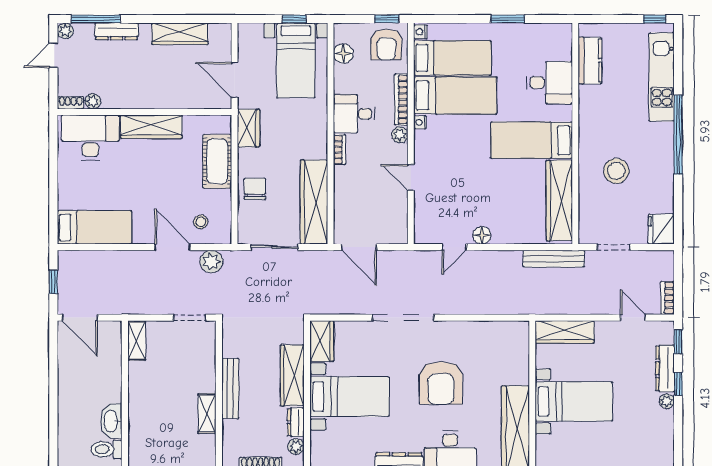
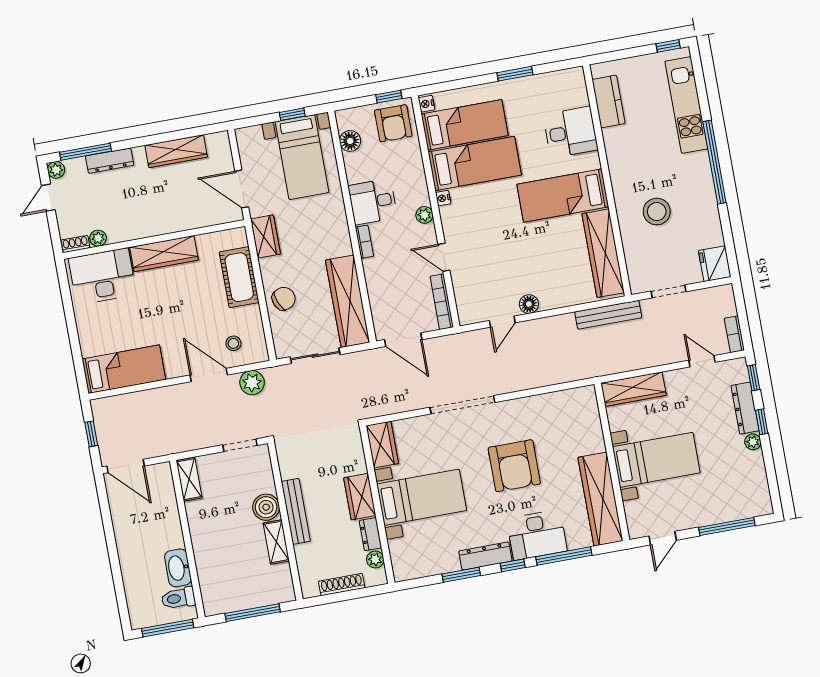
bookcase: (401, 100) -> (442, 302), moved
chair: (255, 189) -> (284, 299), turned 68
wardrobe: (292, 375) -> (360, 497), width x0.67
boiler: (203, 380) -> (266, 507), added

